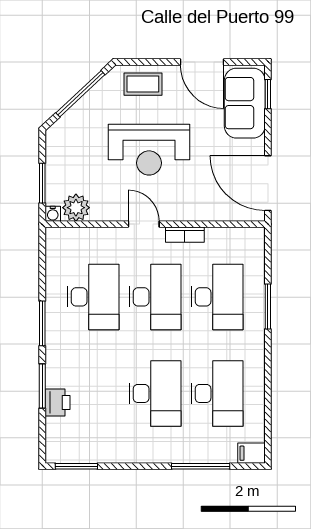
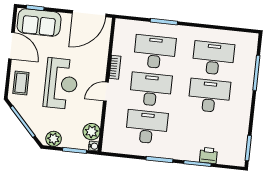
door: (202, 62) -> (11, 46), hinge flipped
plant: (58, 147) -> (54, 139), added
filing cabinet: (251, 453) -> (252, 41), removed

